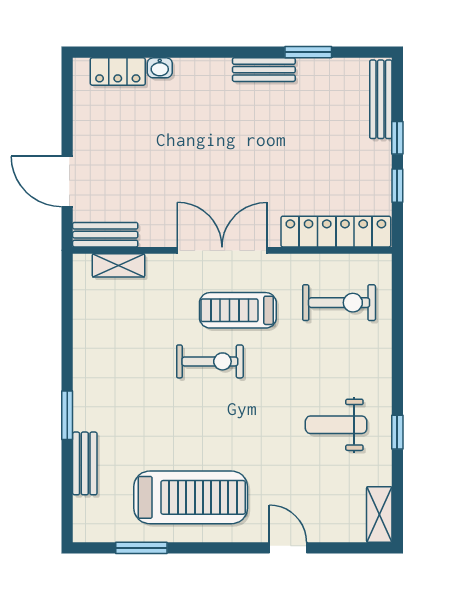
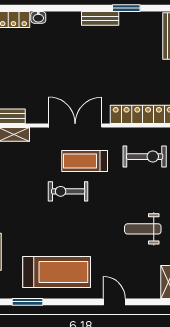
exercise bike: (210, 361) -> (68, 191), turned 180

